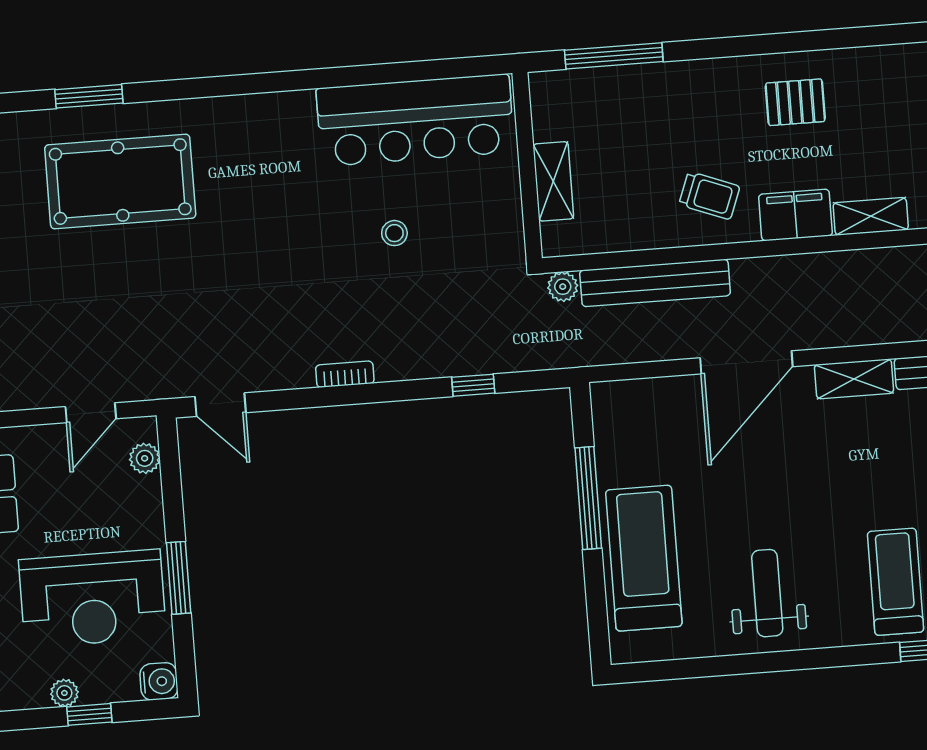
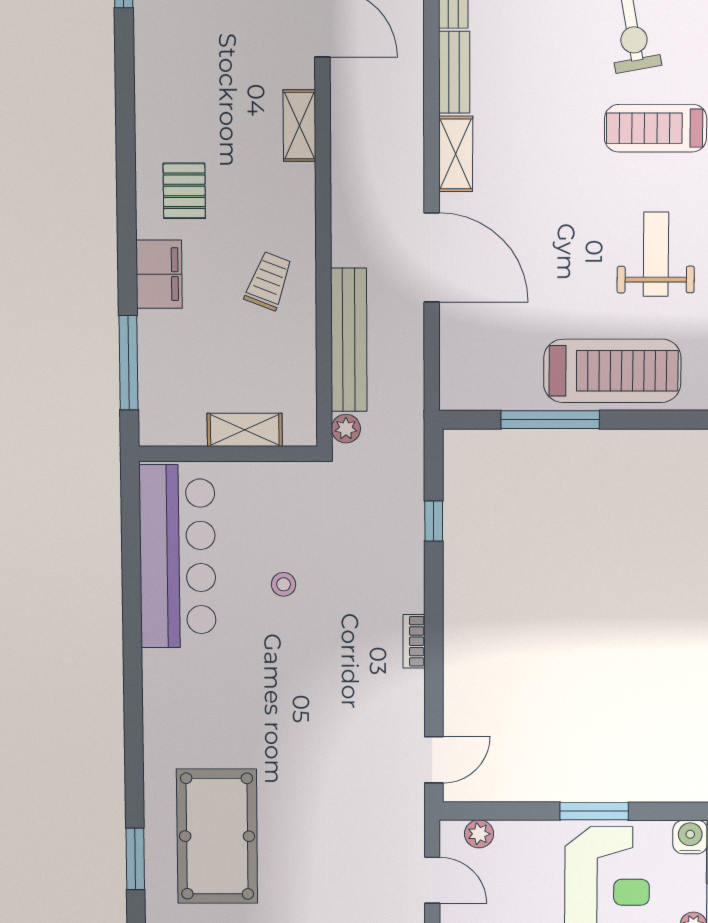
filing cabinet: (795, 215) -> (159, 274), moved, turned 180
treadmill: (644, 558) -> (612, 371), turned 180
weight bench: (767, 593) -> (656, 254), turned 90

